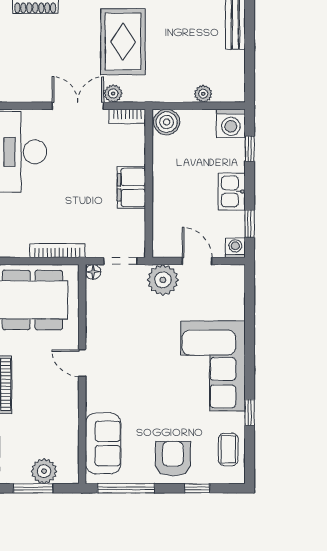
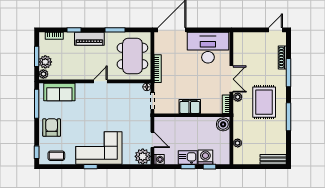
rug: (123, 42) -> (264, 102), turned 90
washing machine: (231, 123) -> (205, 157), moved, turned 90
window: (250, 224) -> (188, 167), moved
door: (197, 261) -> (152, 140), hinge flipped
plant: (163, 280) -> (143, 156), moved
window: (250, 412) -> (90, 167), moved
armchair: (173, 459) -> (52, 128), turned -90
plant: (68, 475) -> (43, 74), added
window: (197, 488) -> (37, 152), moved

